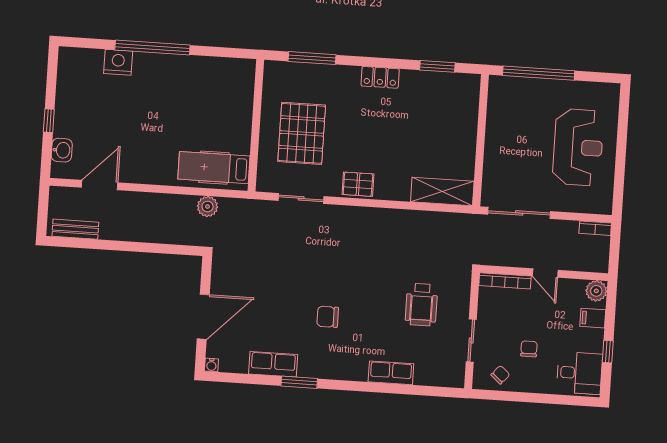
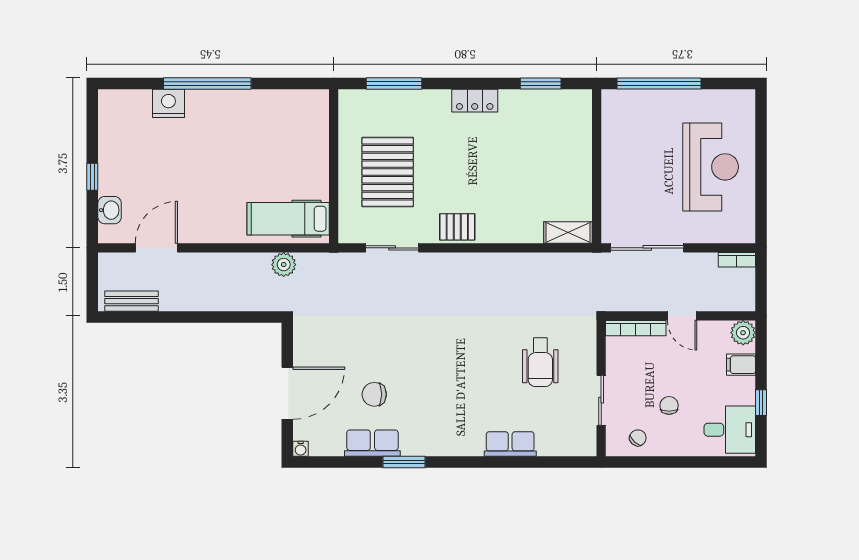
shelving: (442, 191) -> (568, 232), width x0.67, depth x0.75
chair: (328, 317) -> (374, 394), moved

